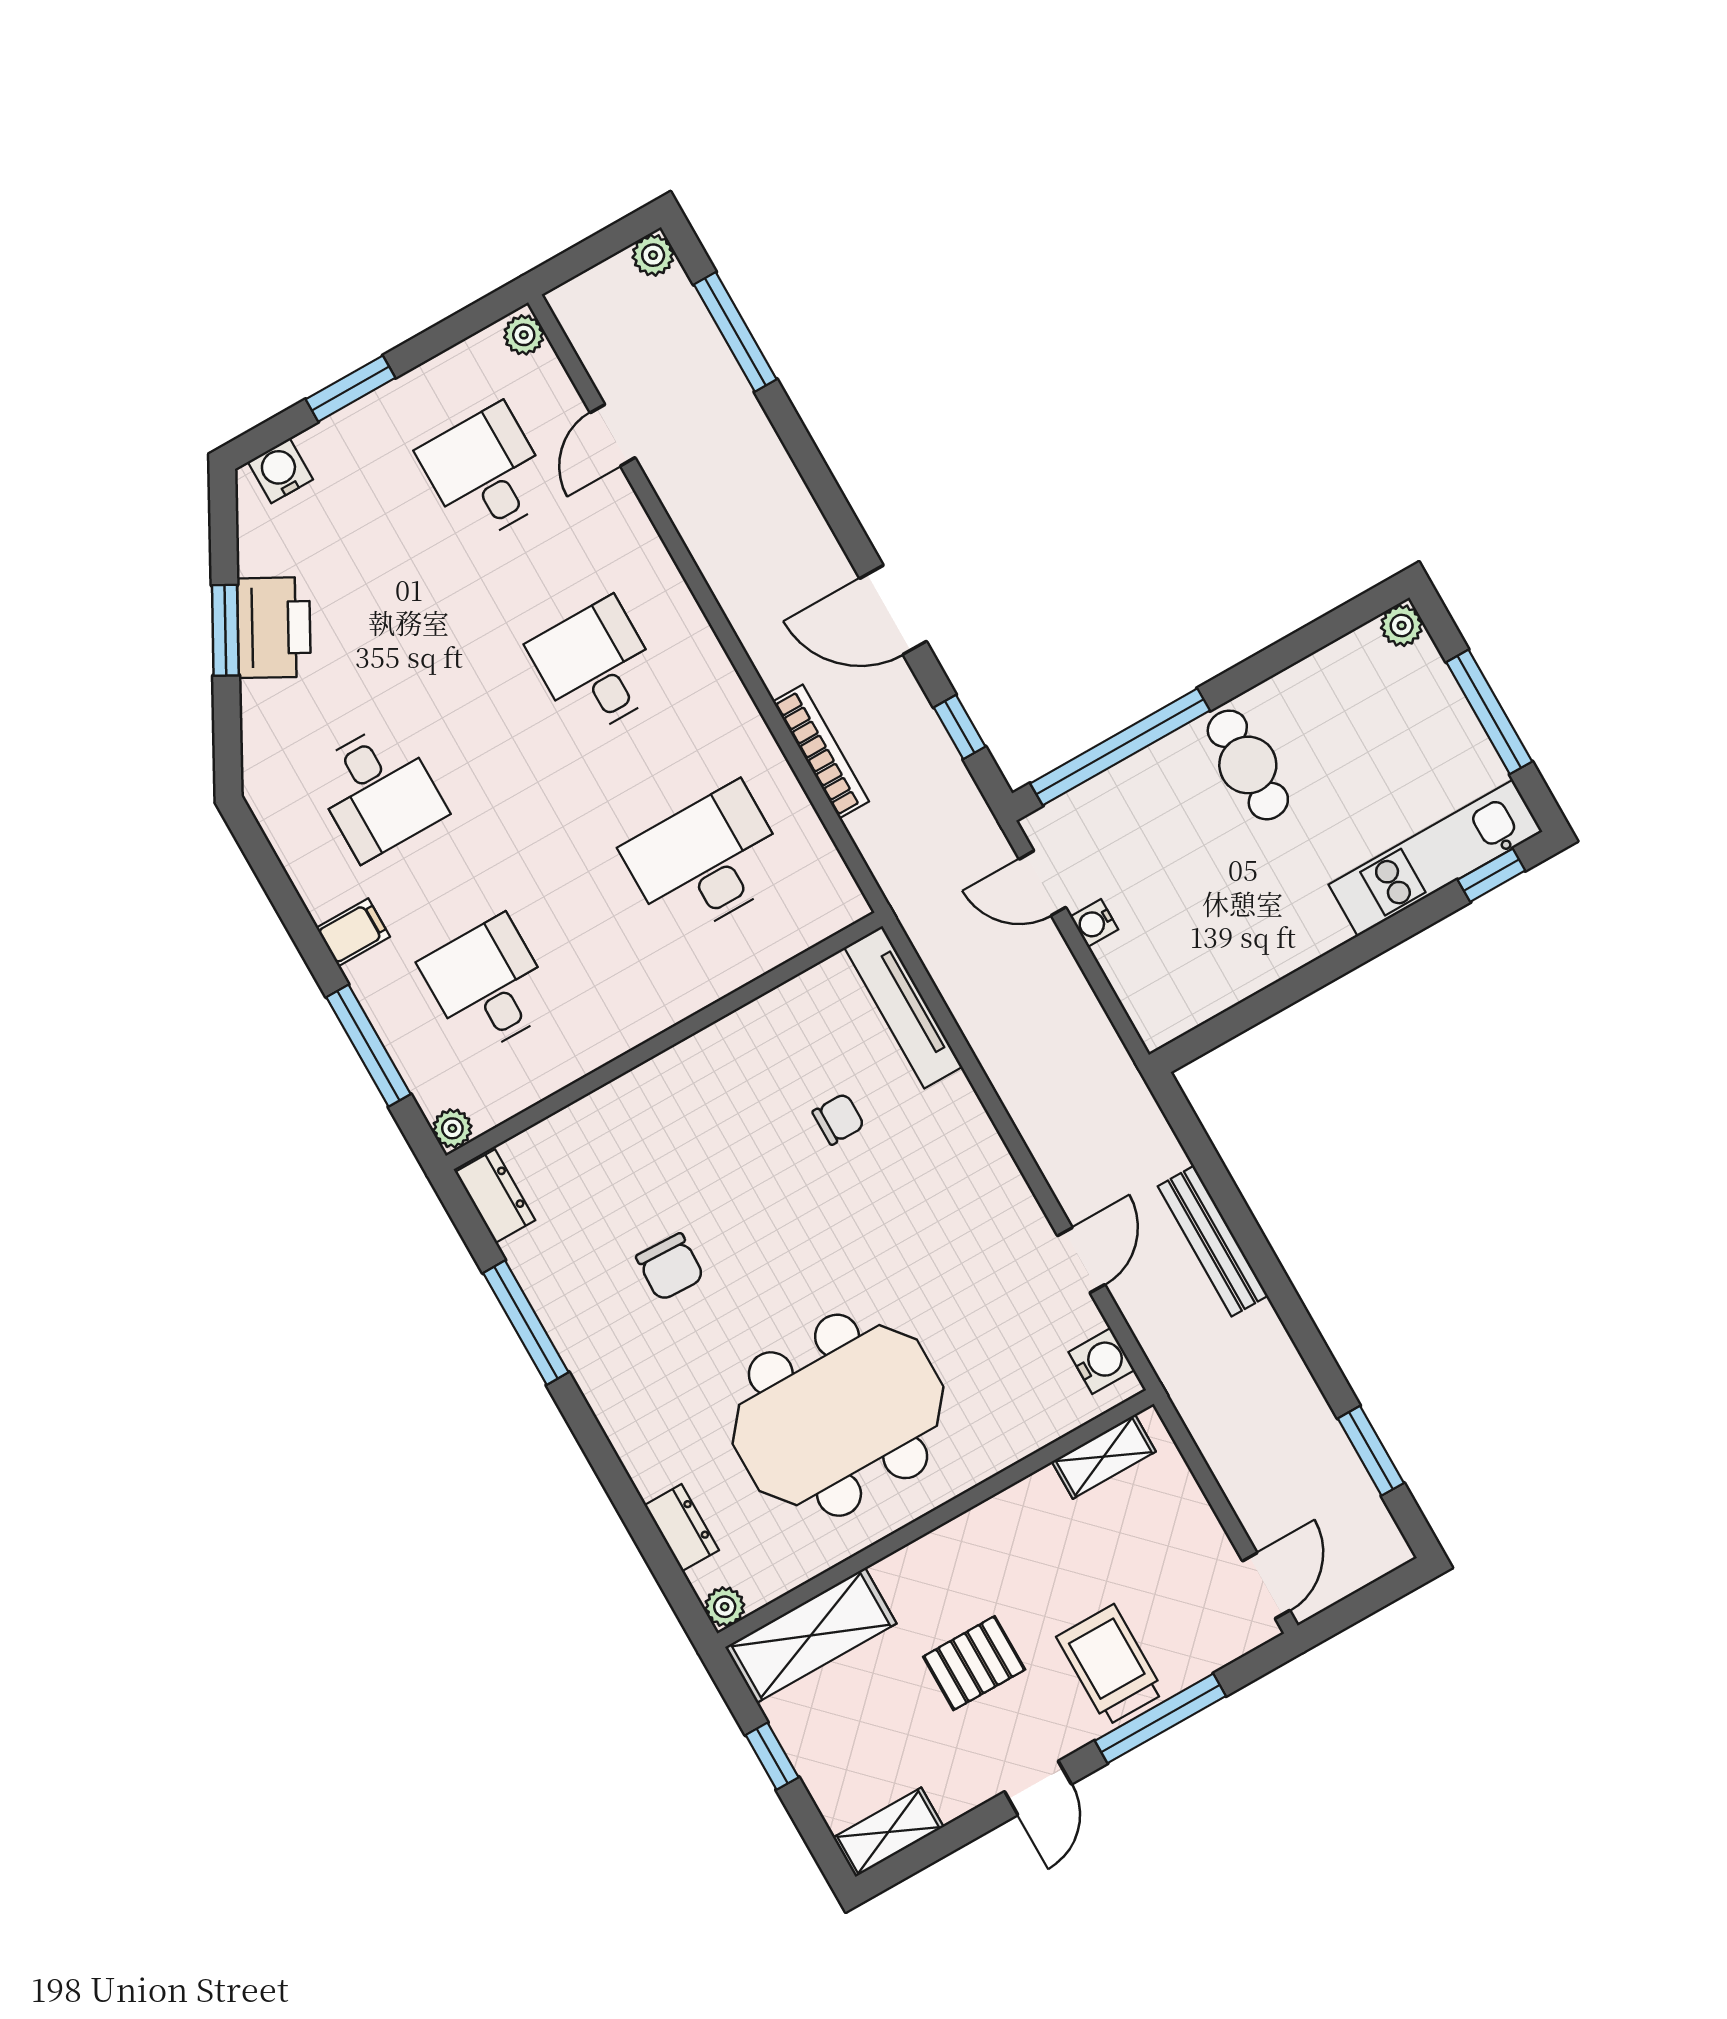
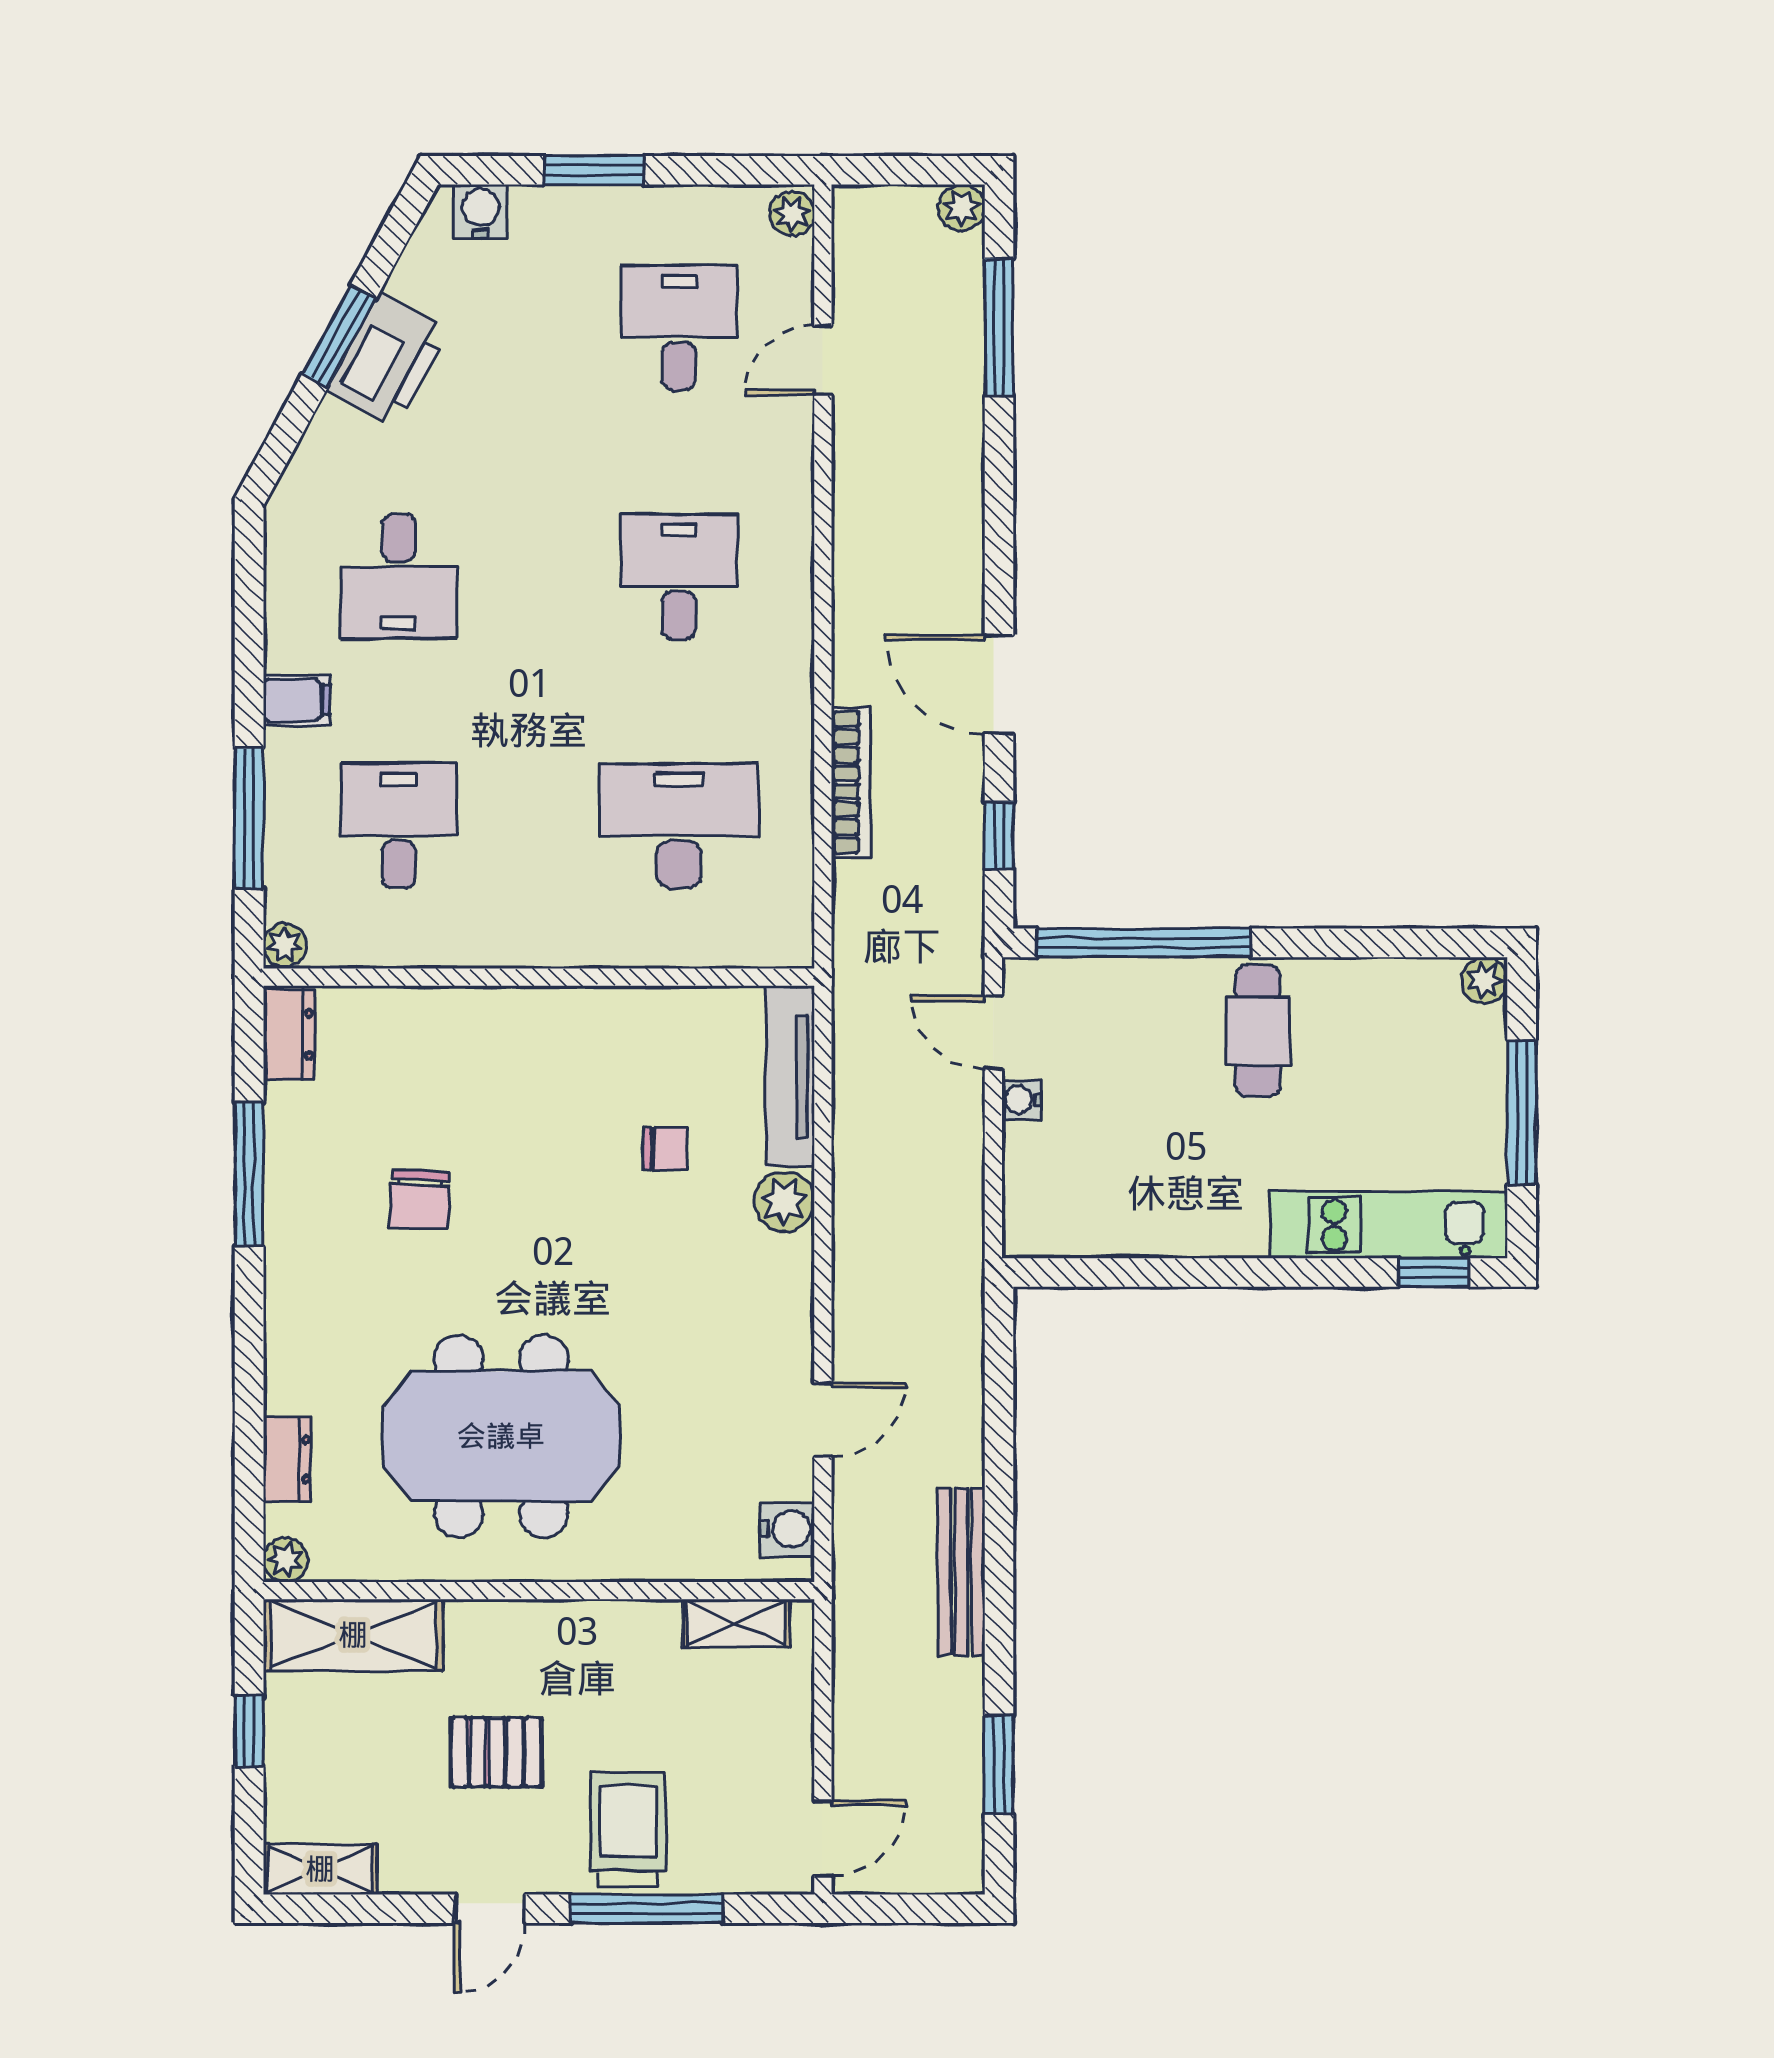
plant: (955, 1107) -> (784, 1202), added
bench: (1213, 1241) -> (961, 1571), moved

